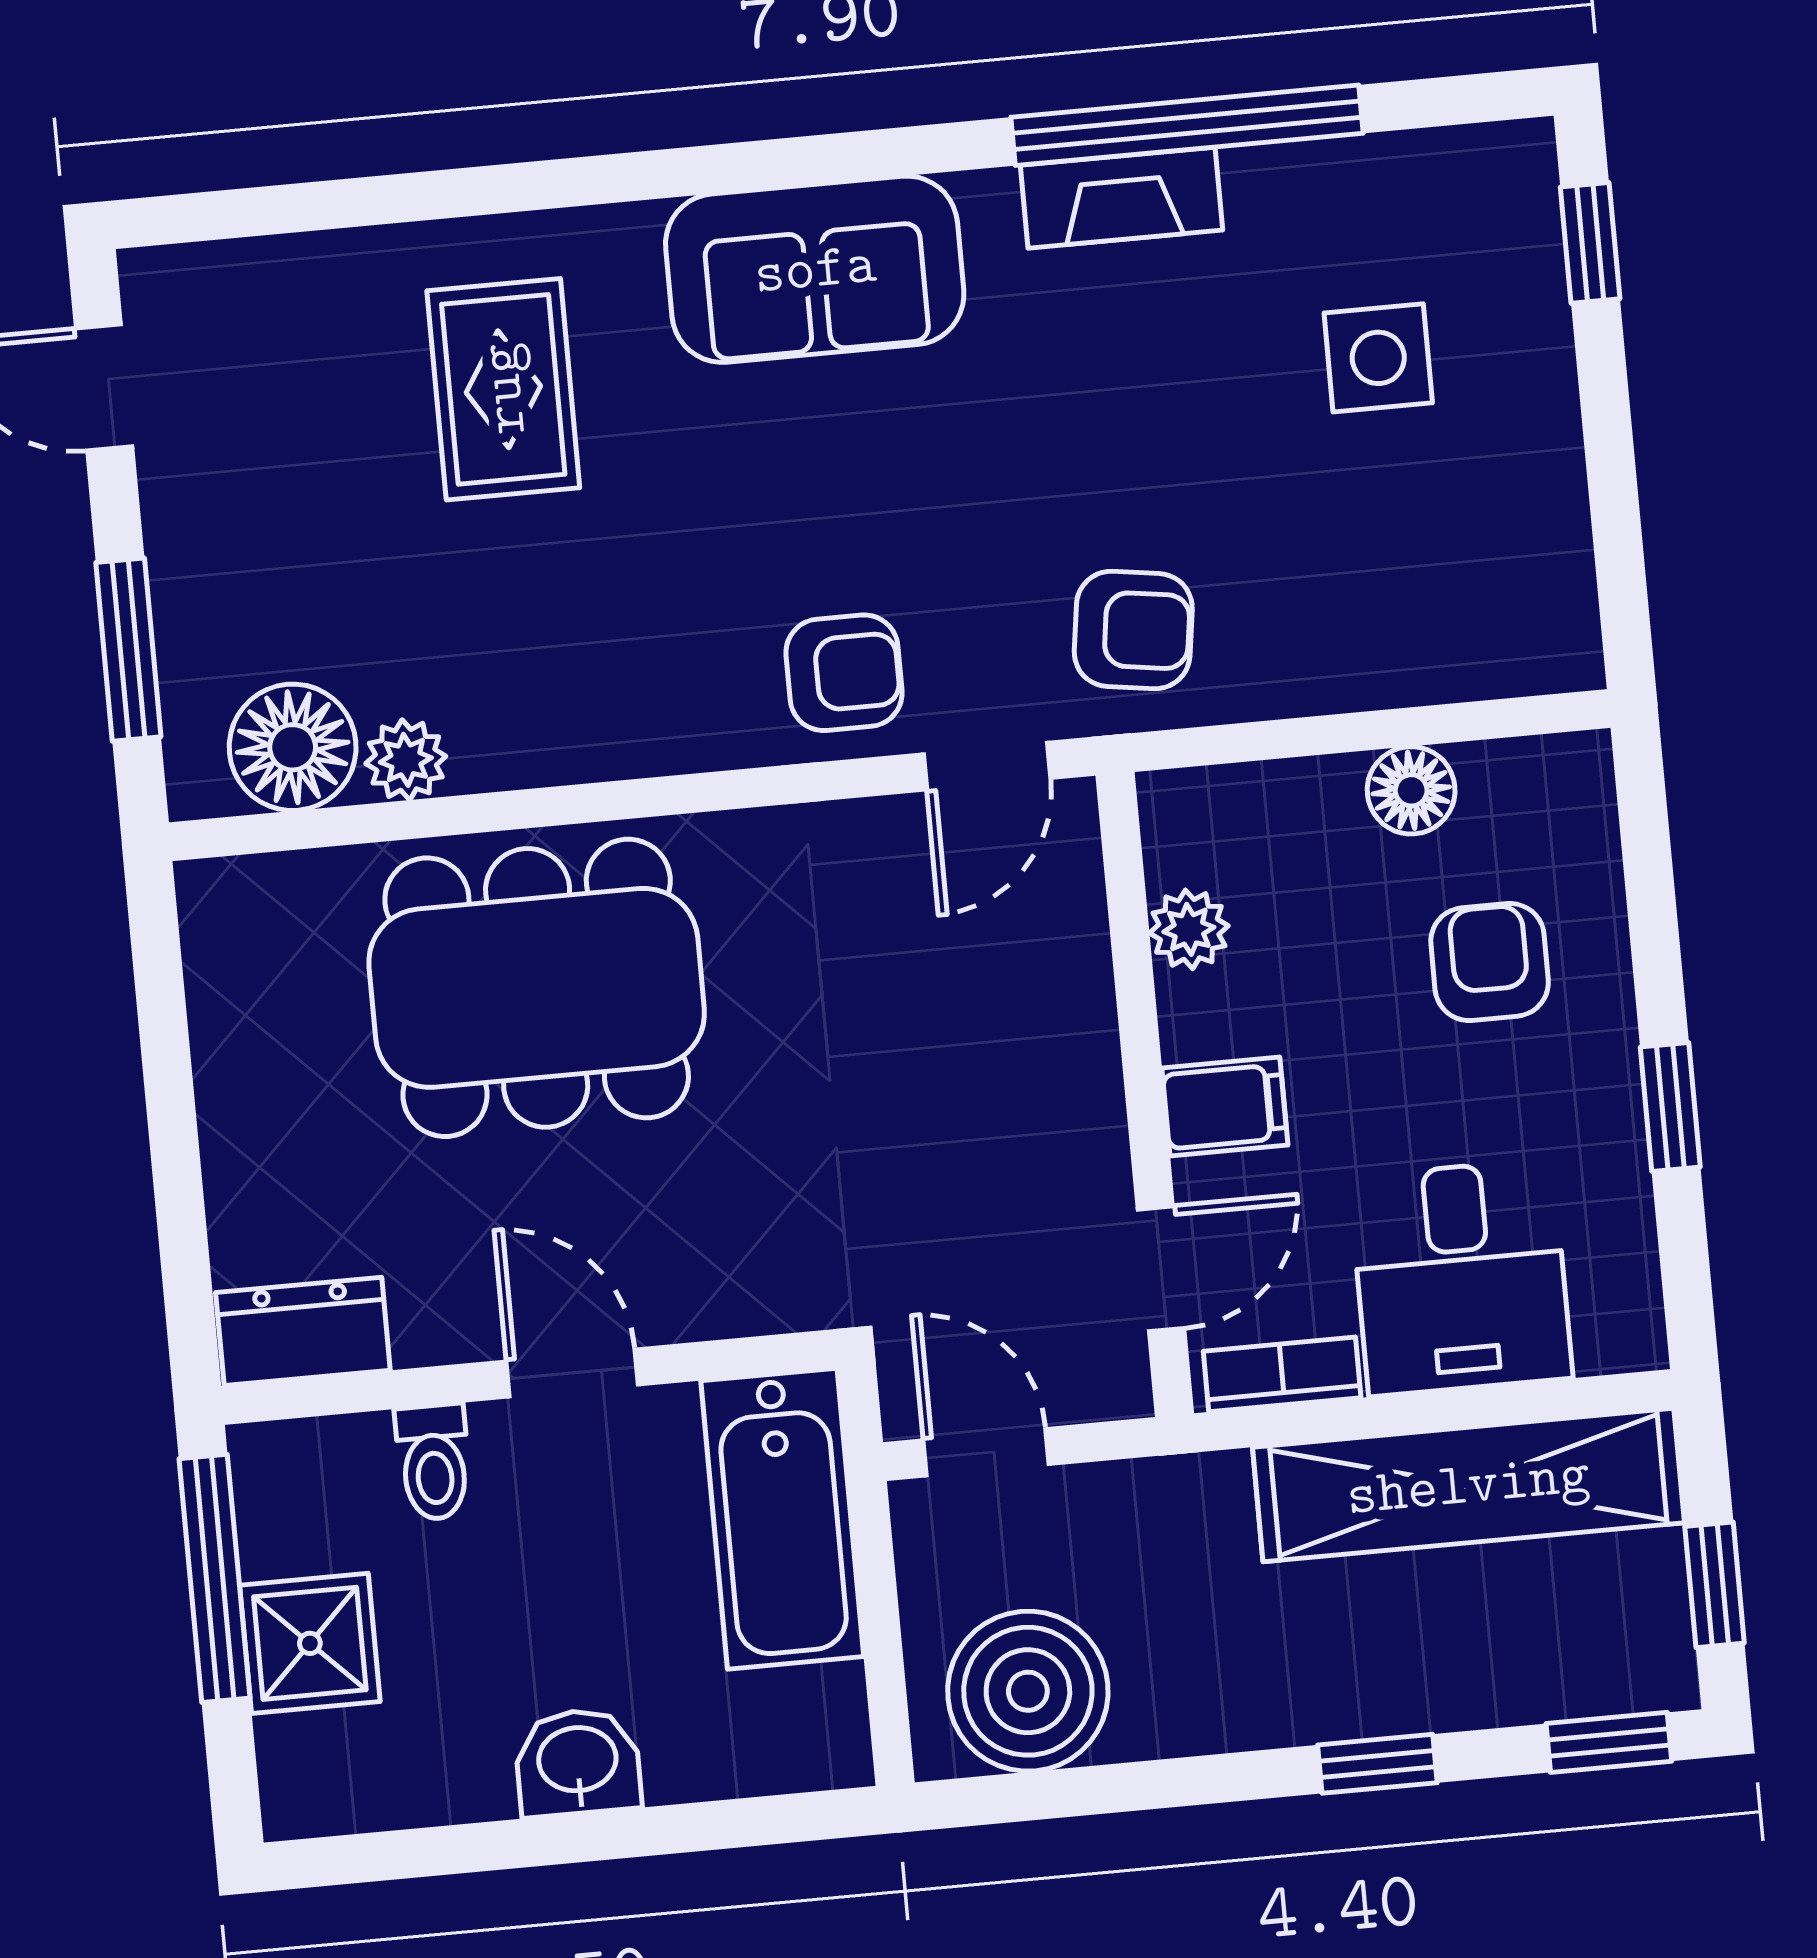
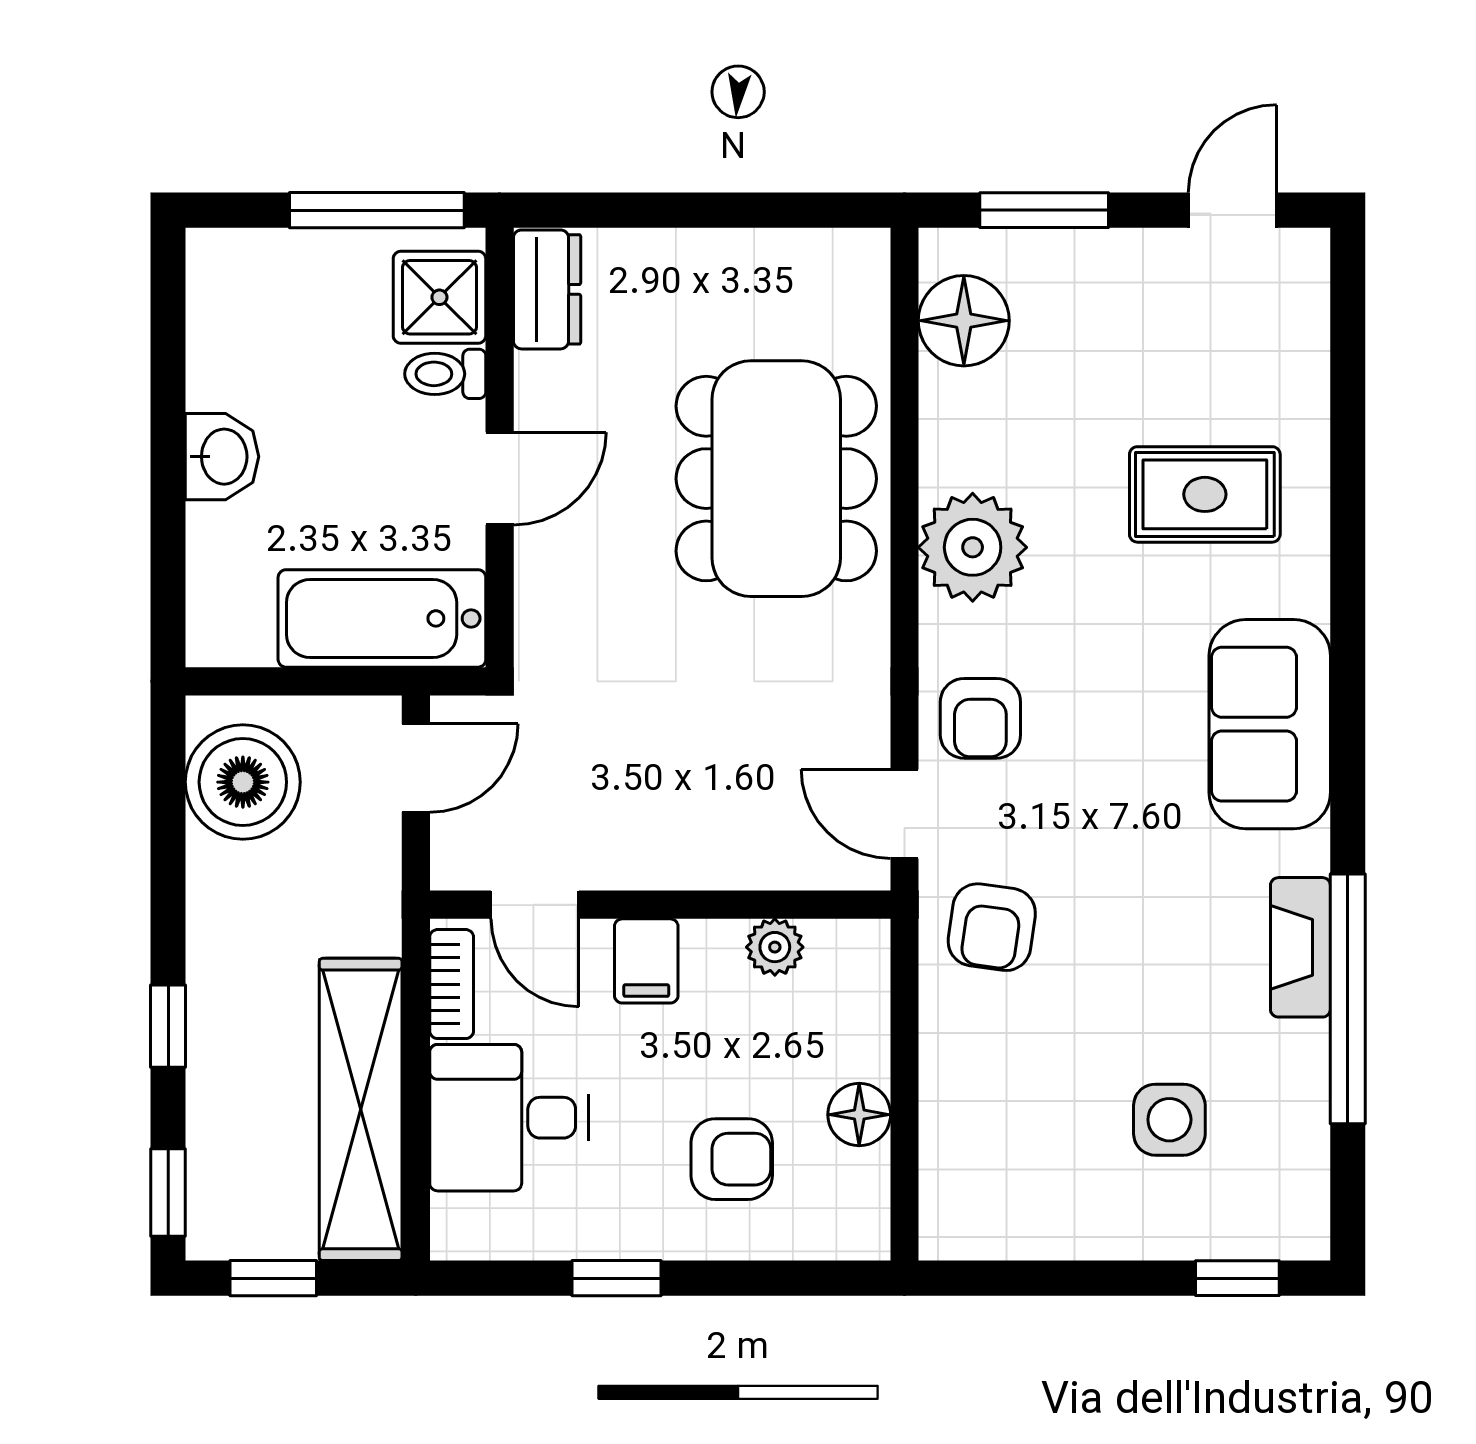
plant: (406, 760) -> (973, 547), moved, width x1.87, depth x1.87
shower: (310, 1643) -> (439, 297), moved

